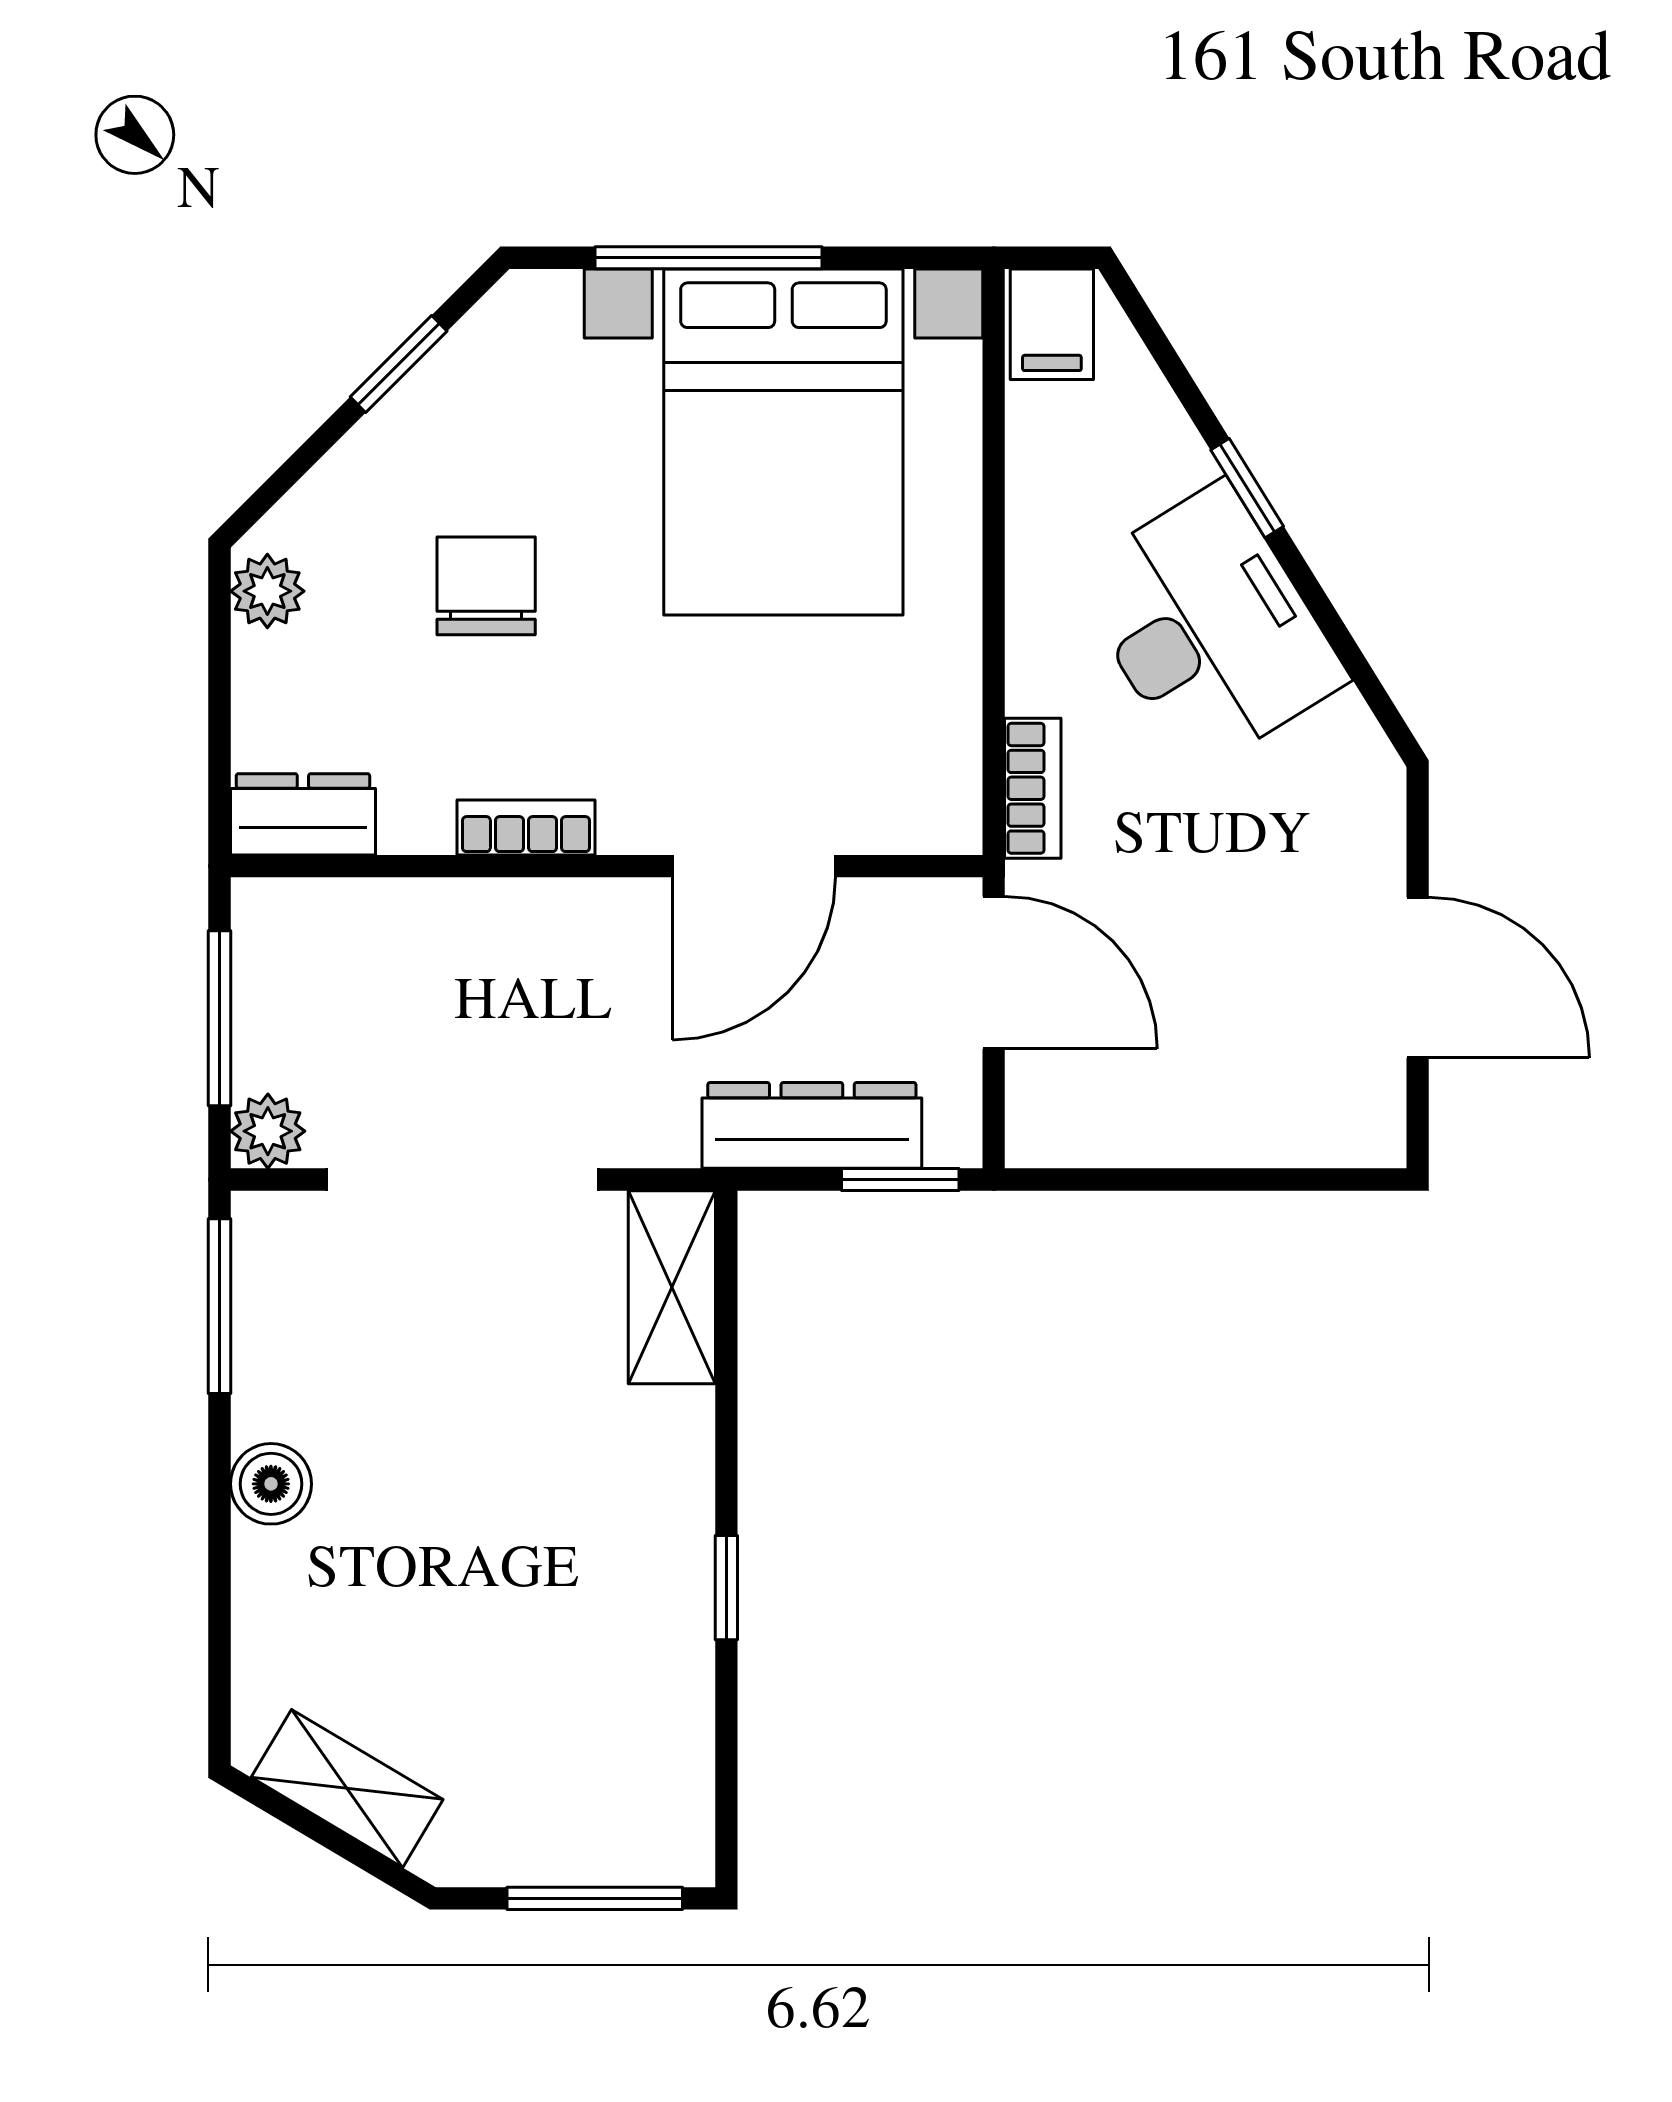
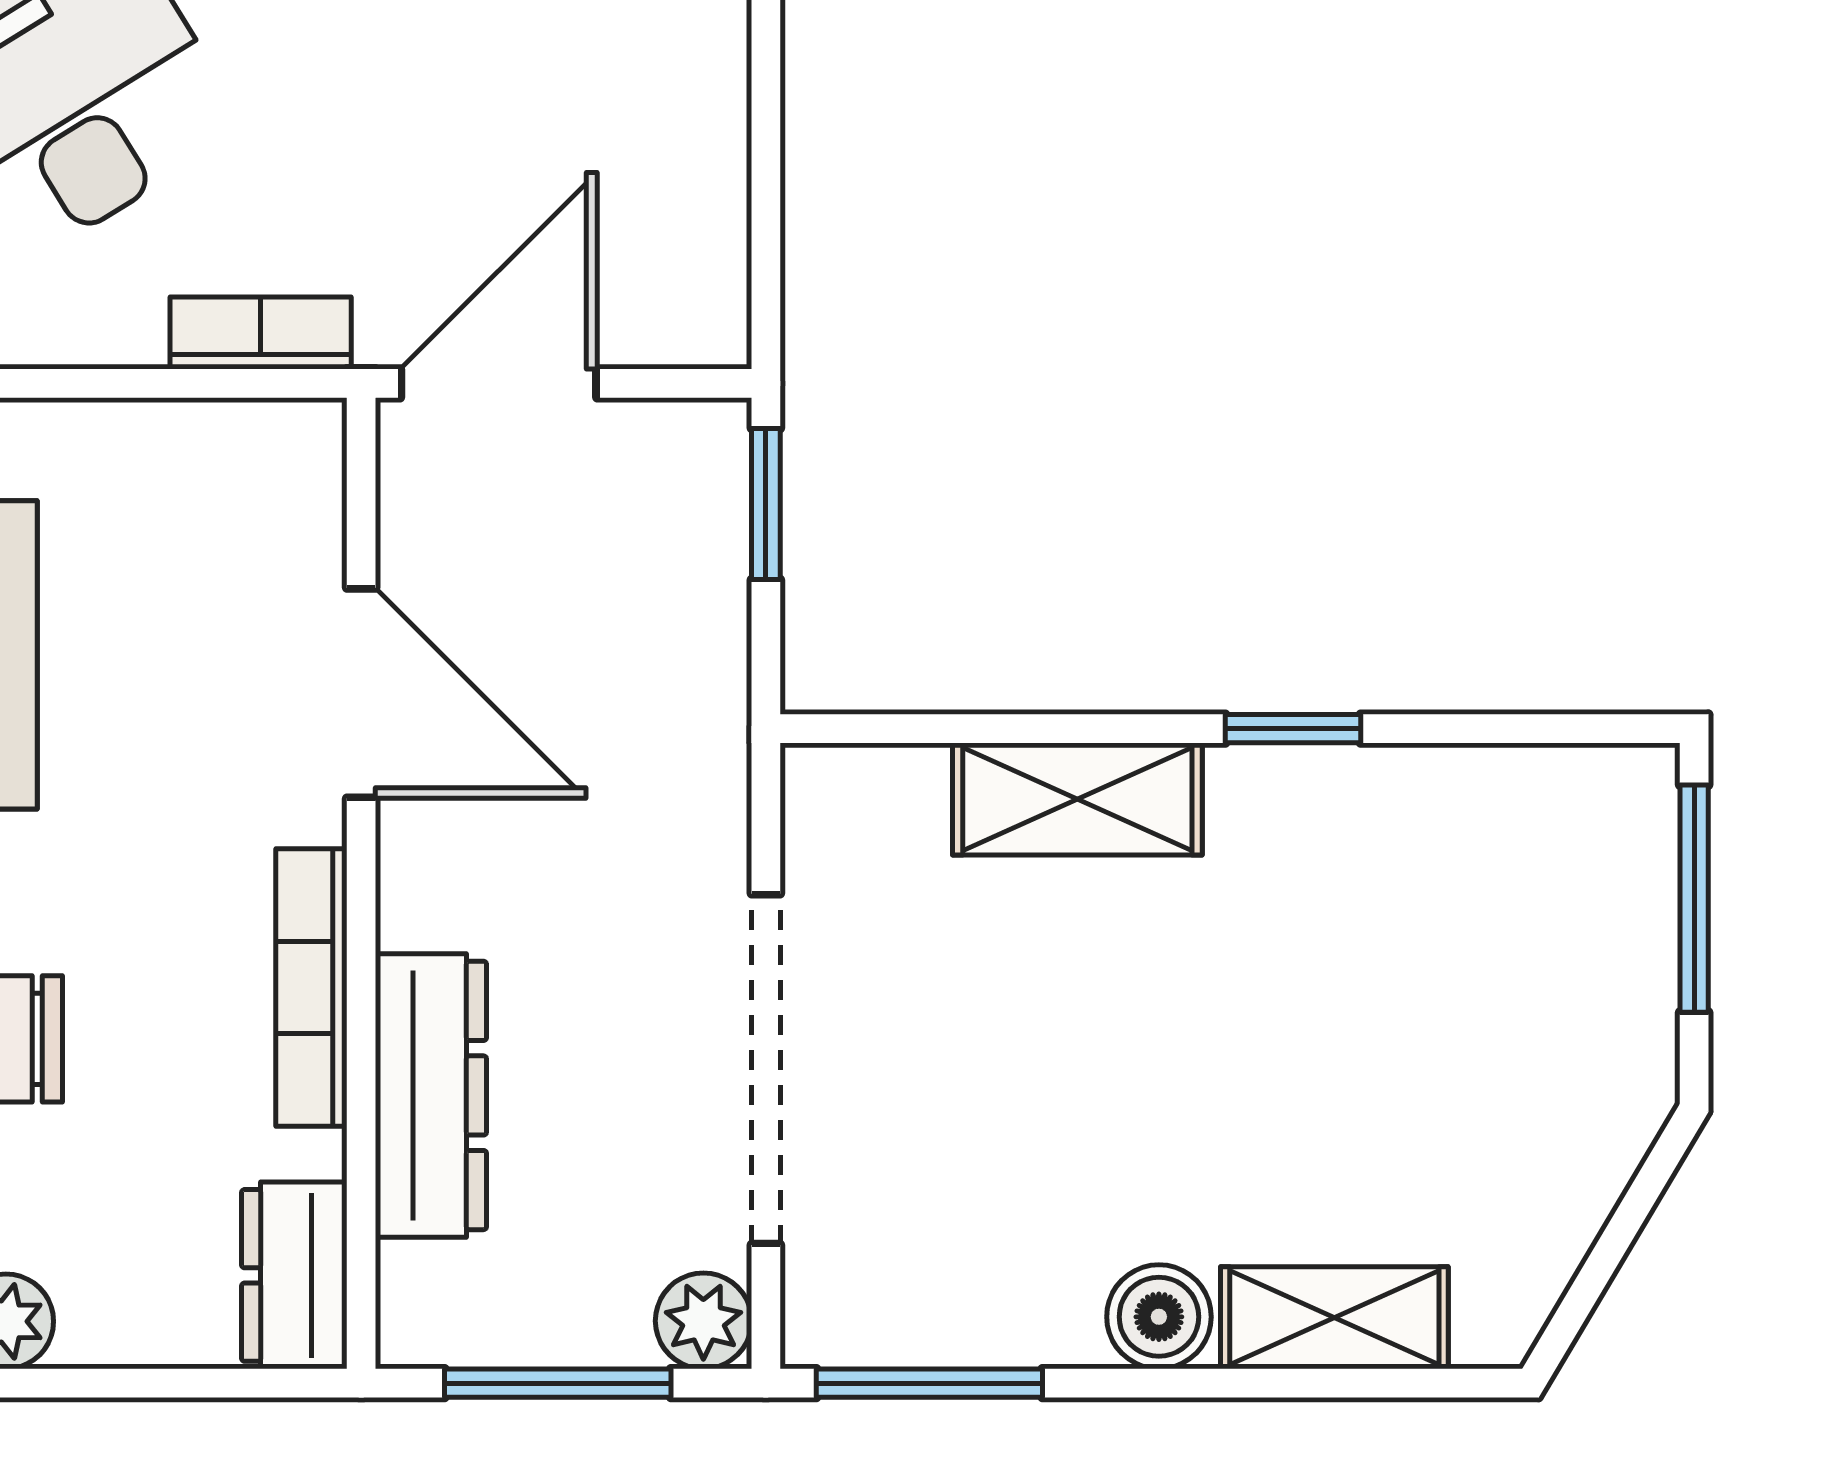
bookcase: (526, 828) -> (311, 987), width x1.56
dresser: (812, 1125) -> (431, 1095), moved, turned 180
shelving: (672, 1287) -> (1077, 799), moved
shelving: (347, 1788) -> (1334, 1318), moved, turned 59

